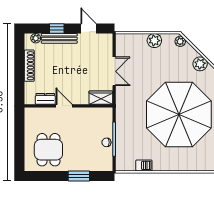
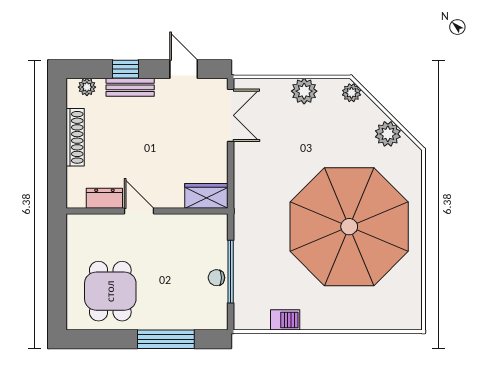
bench: (59, 38) -> (130, 87), width x0.73
double door: (114, 71) -> (231, 115), moved
window: (79, 176) -> (166, 339), width x1.44

